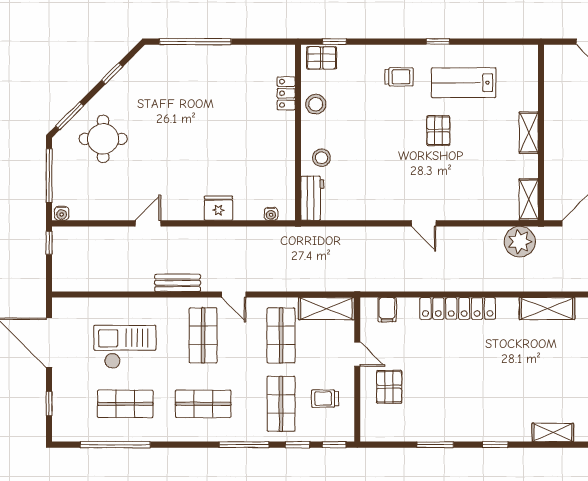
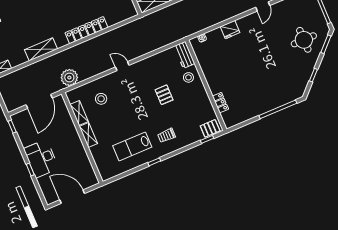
lab bench: (464, 83) -> (132, 146), turned 180
stool: (316, 104) -> (101, 99), moved
pallet: (438, 131) -> (164, 95), moved
shelving: (529, 200) -> (79, 113), moved
filing cabinet: (387, 310) -> (122, 14), removed

